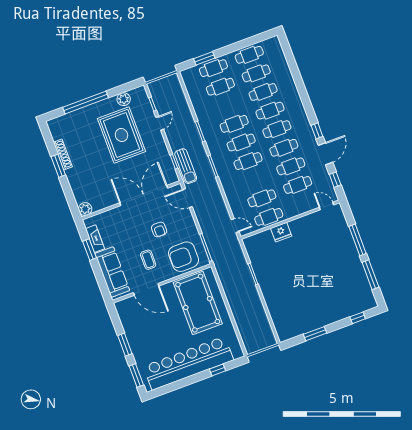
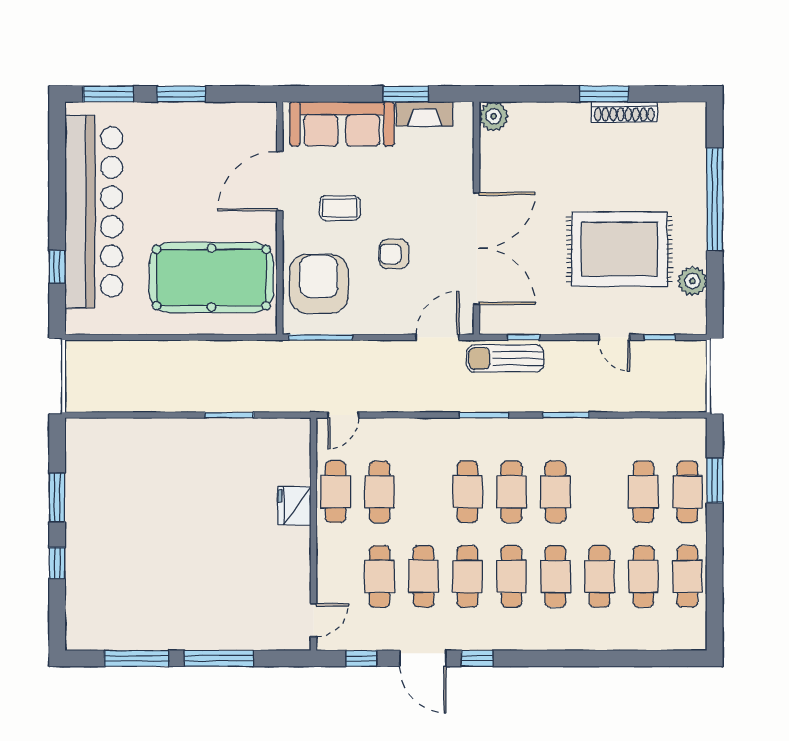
window: (358, 318) -> (57, 563), moved

